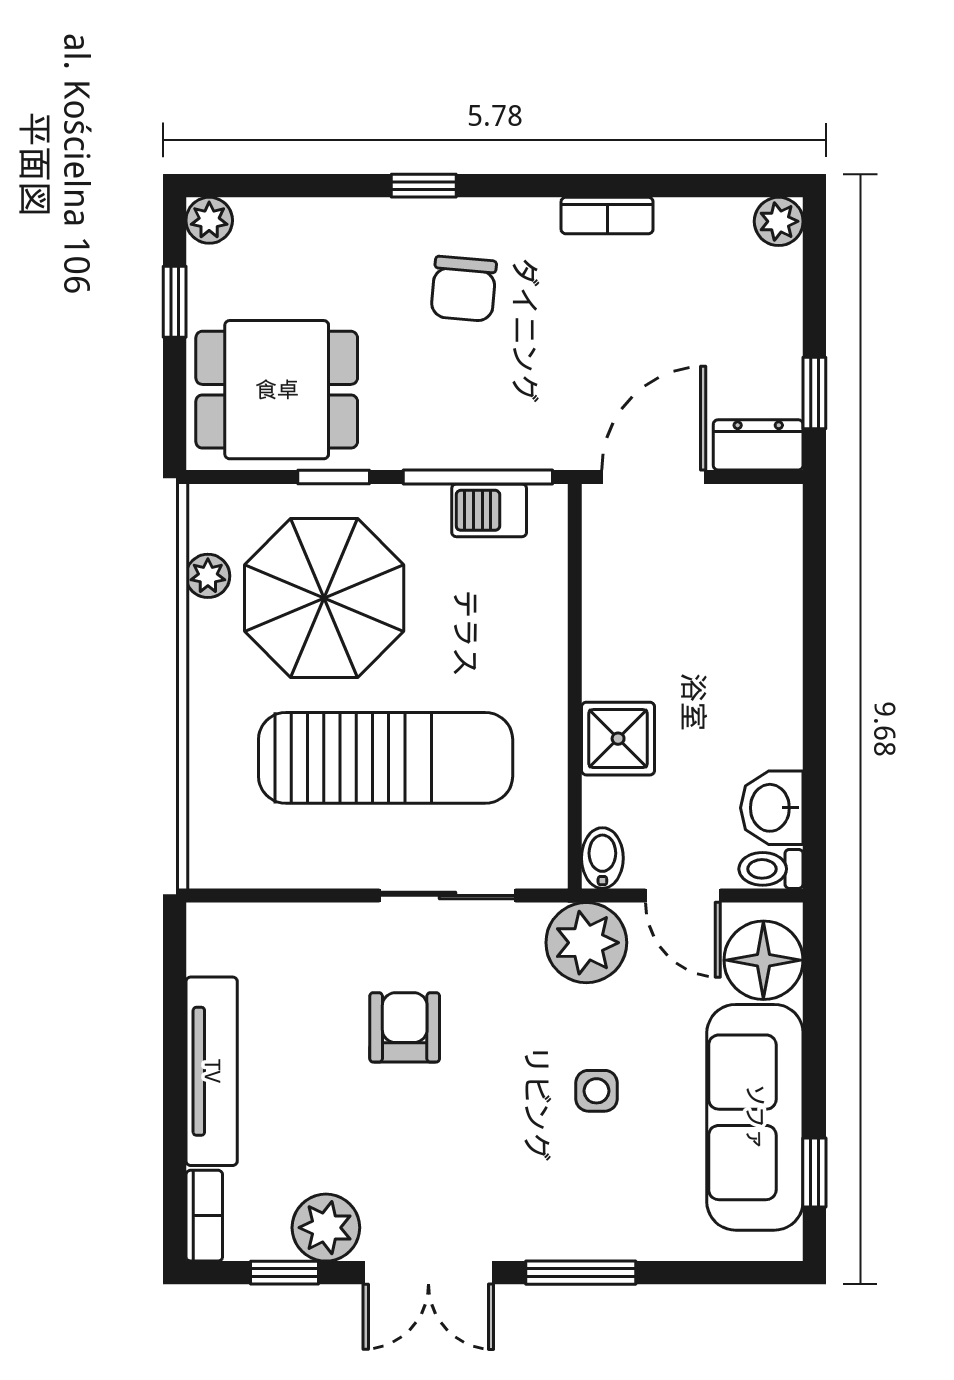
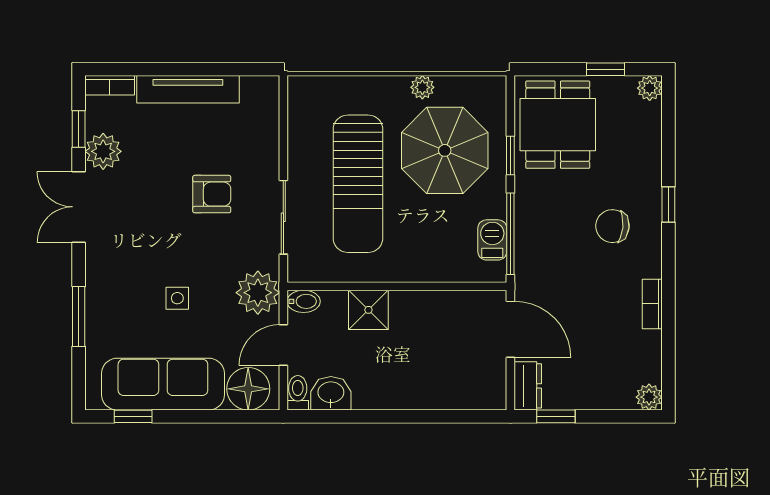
plant: (208, 576) -> (422, 87), moved
window: (581, 1273) -> (79, 317), moved

